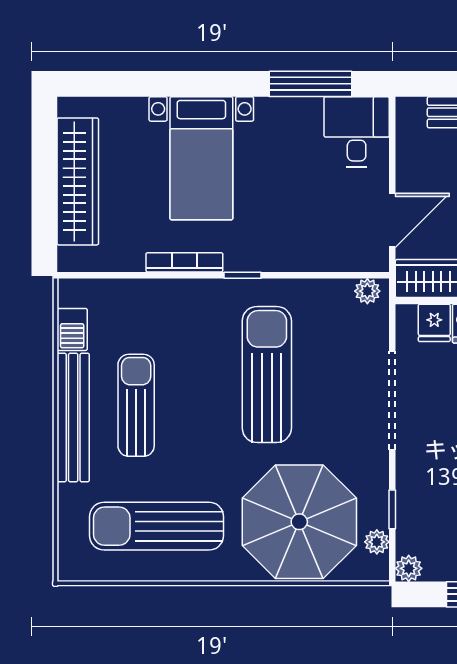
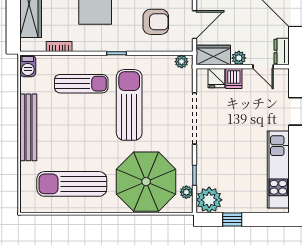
armchair: (318, 215) -> (156, 22), added
bookcase: (184, 262) -> (59, 47), moved, width x0.64
barbecue: (72, 329) -> (28, 66), moved
sun lounger: (136, 405) -> (81, 84), moved, turned 90
plant: (409, 568) -> (209, 200), width x1.87, depth x1.87

